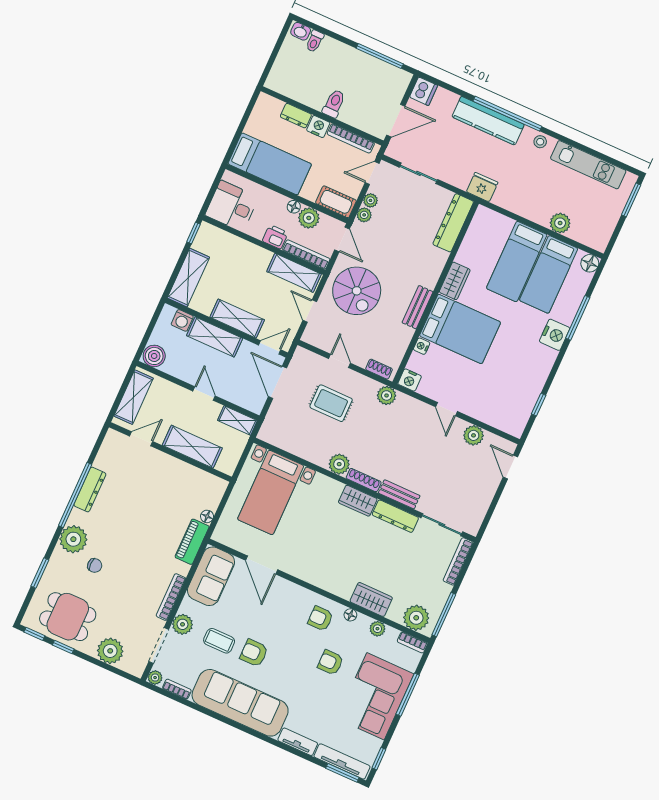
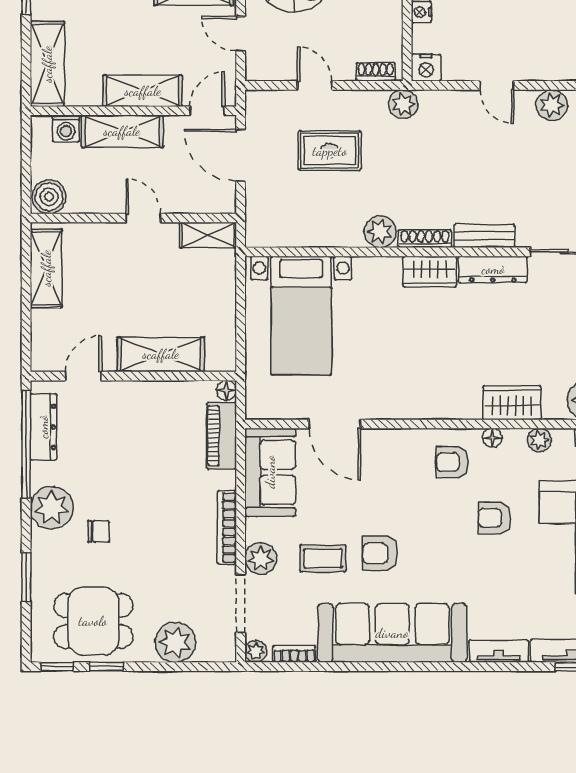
door: (141, 439) -> (83, 376), moved
shelving: (192, 447) -> (161, 354), moved
wall: (170, 452) -> (133, 376), moved

